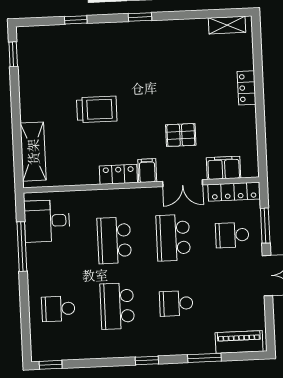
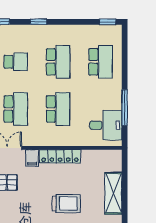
trolley: (97, 109) -> (66, 204), turned 180
shelving: (33, 152) -> (113, 193), moved
locker: (118, 174) -> (60, 156), width x1.53
school desk: (58, 309) -> (100, 62), width x1.85

